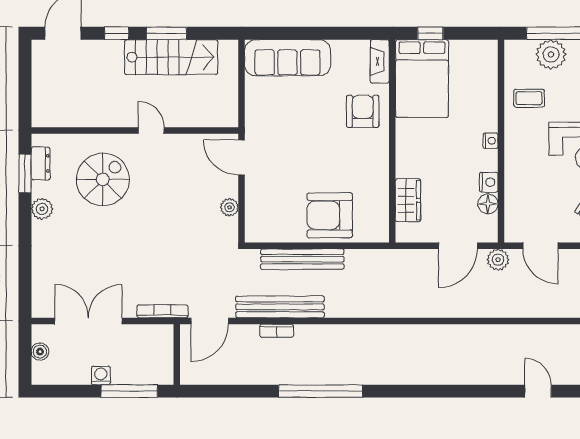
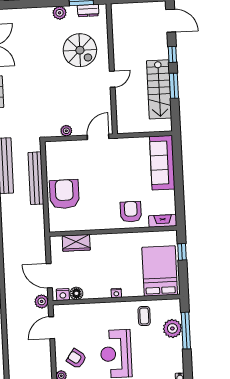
bed: (422, 79) -> (160, 271), moved, turned 90
armchair: (363, 111) -> (131, 212), turned -90
nightstand: (489, 182) -> (63, 295), moved

